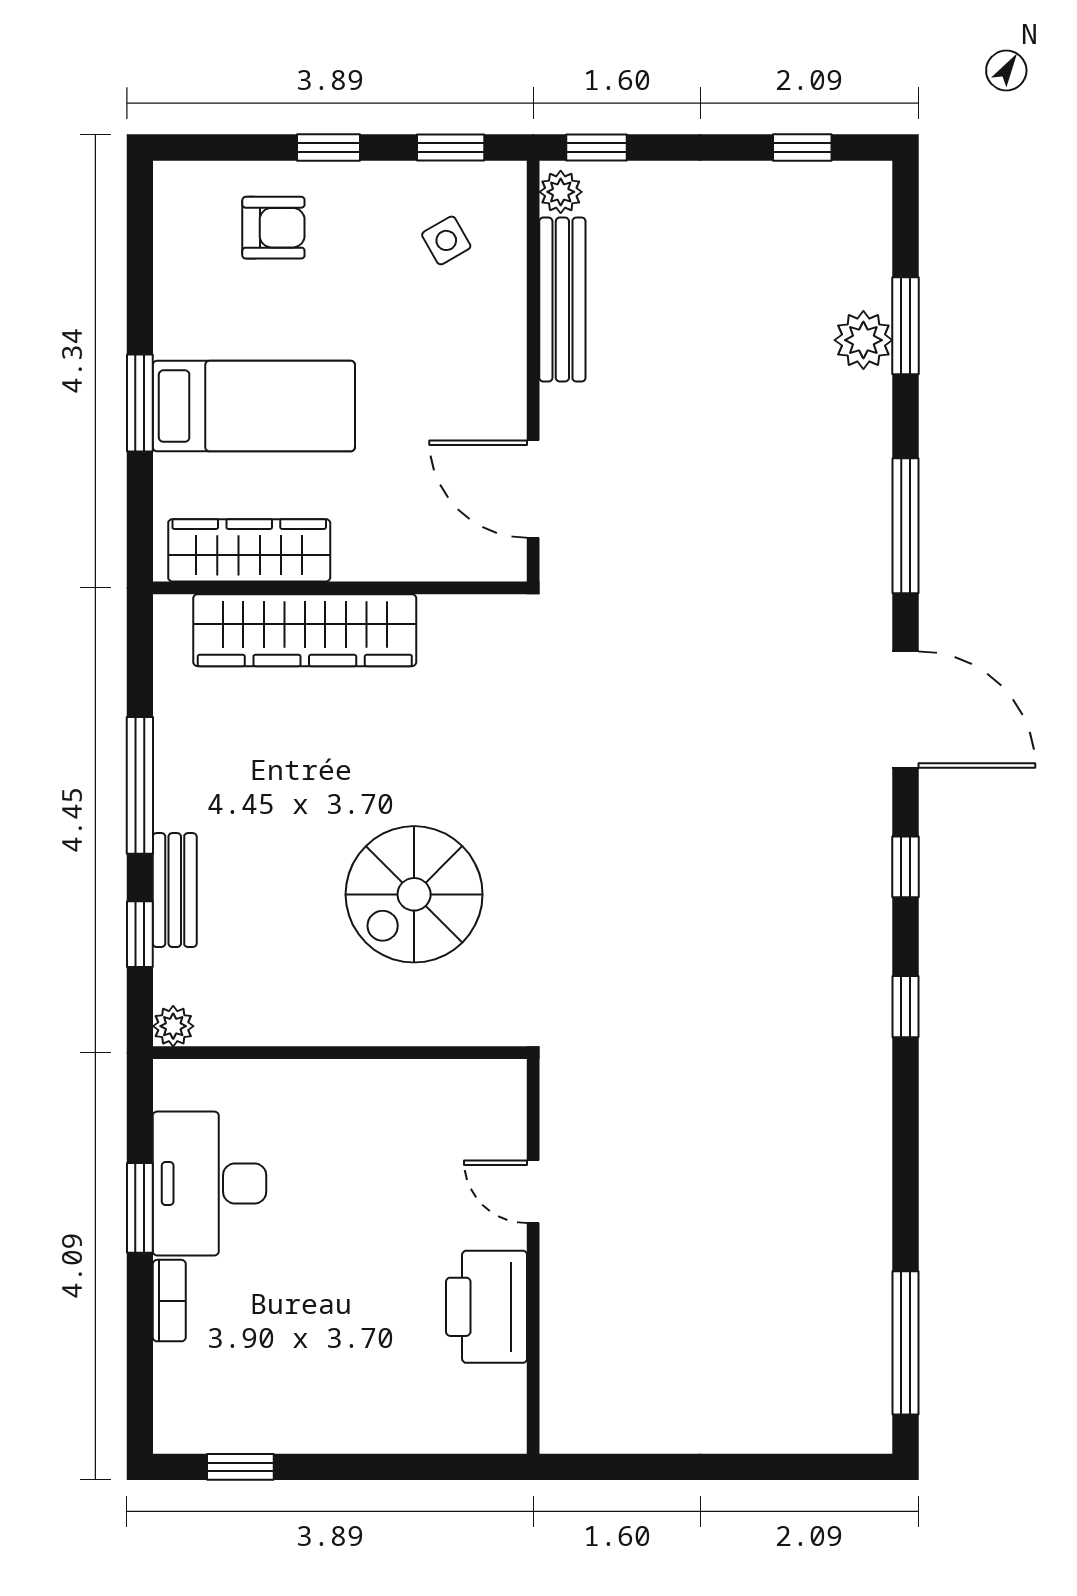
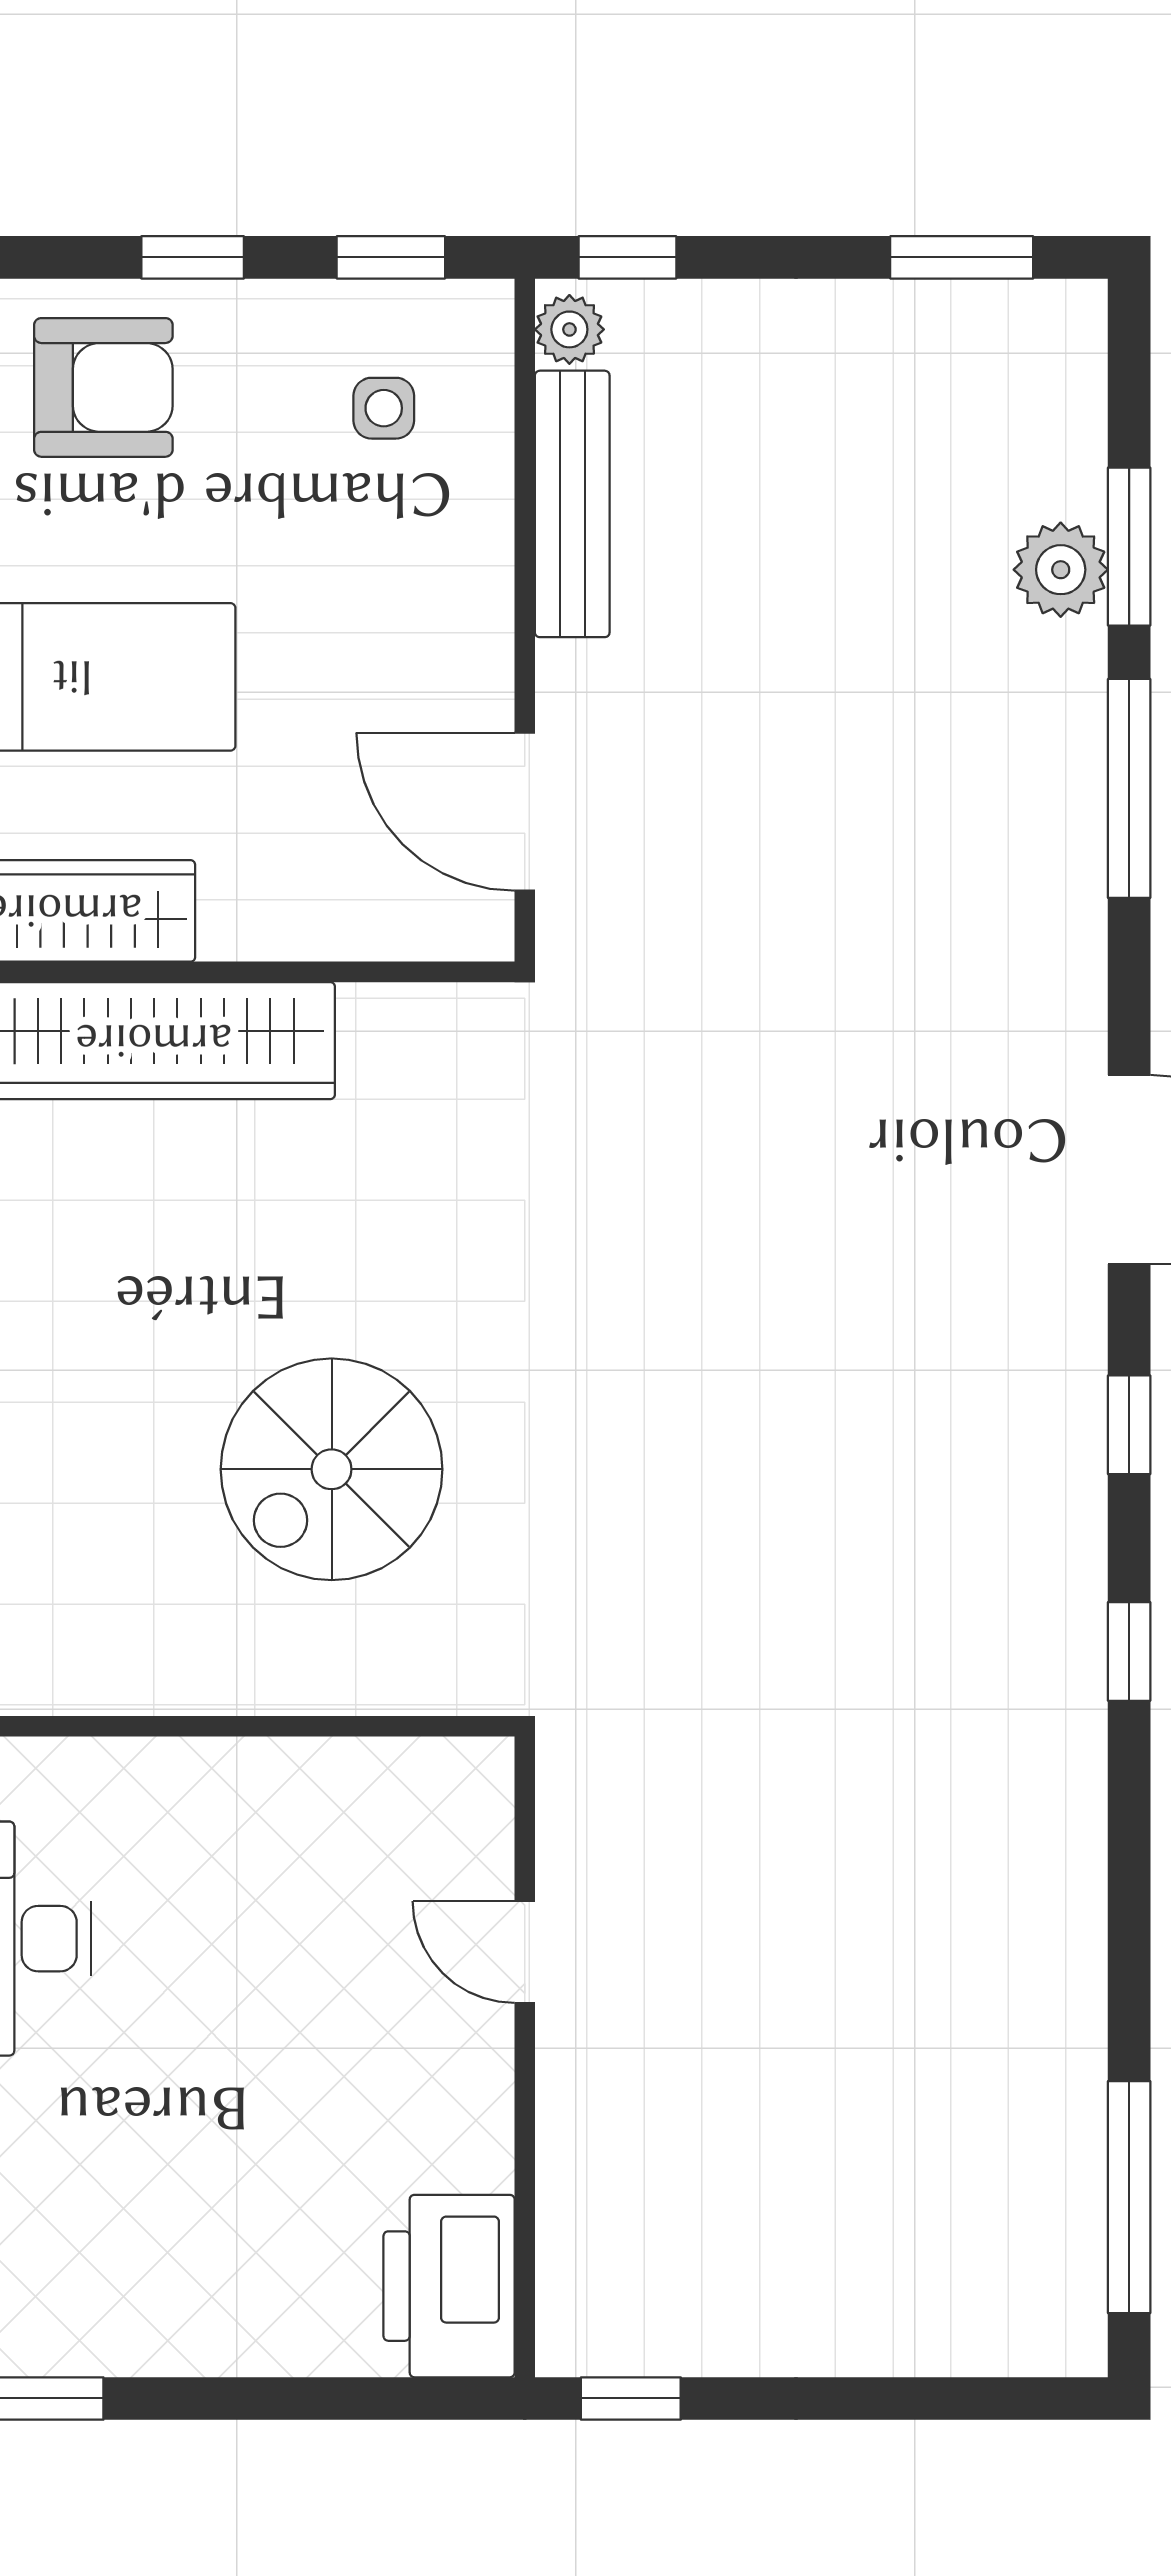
window: (802, 148) -> (962, 257), width x1.50
armchair: (273, 228) -> (103, 387), width x1.38, depth x1.38
side table: (446, 240) -> (384, 408), turned 30
window: (906, 526) -> (1129, 788), moved
printer: (486, 1307) -> (449, 2286), moved
window: (598, 1467) -> (631, 2398), added

